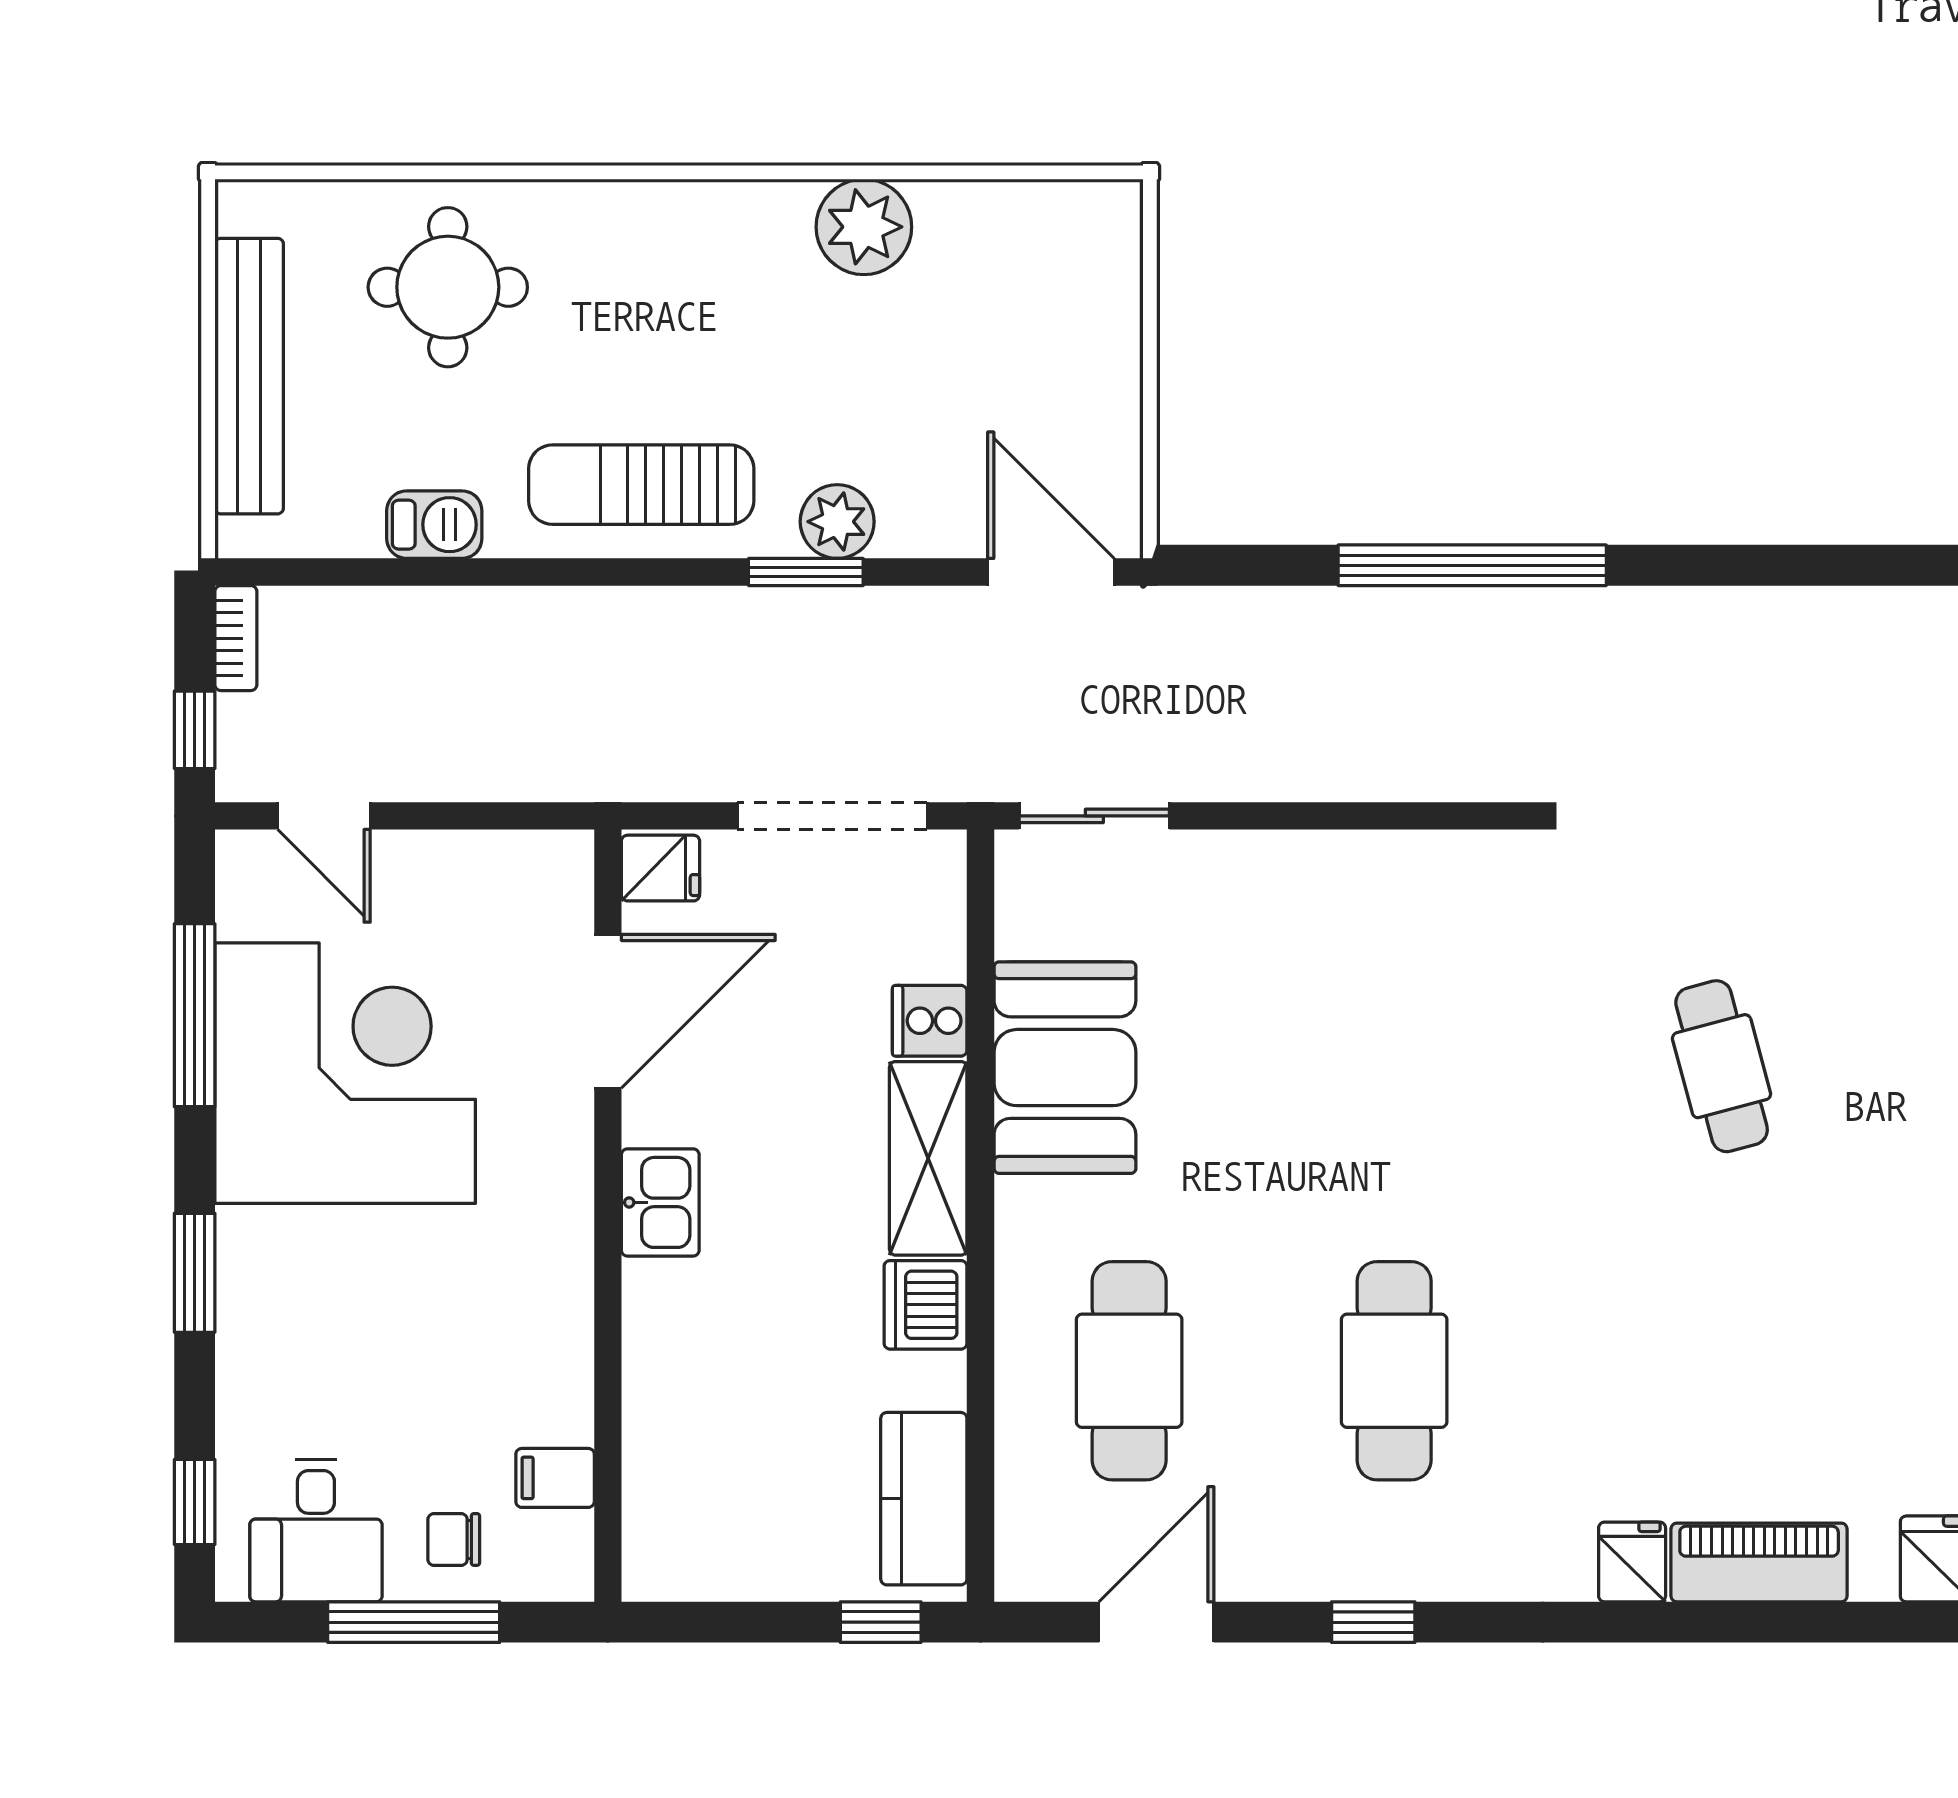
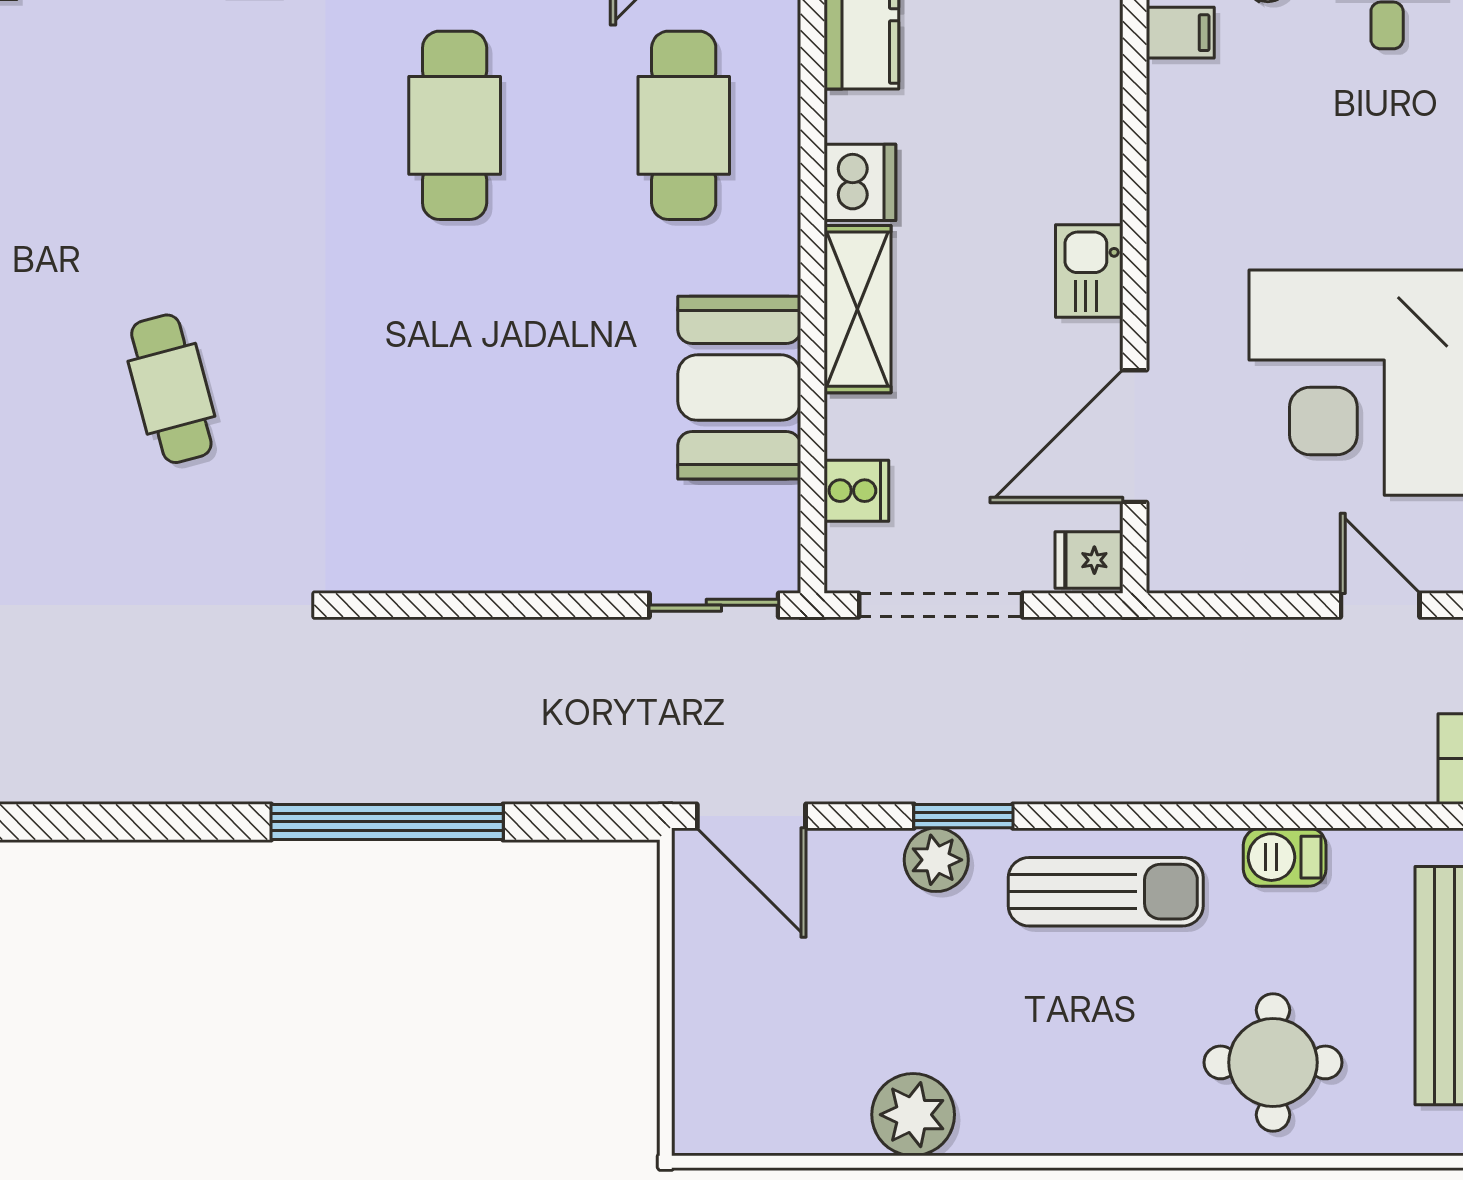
cooker: (930, 1021) -> (856, 491), moved

